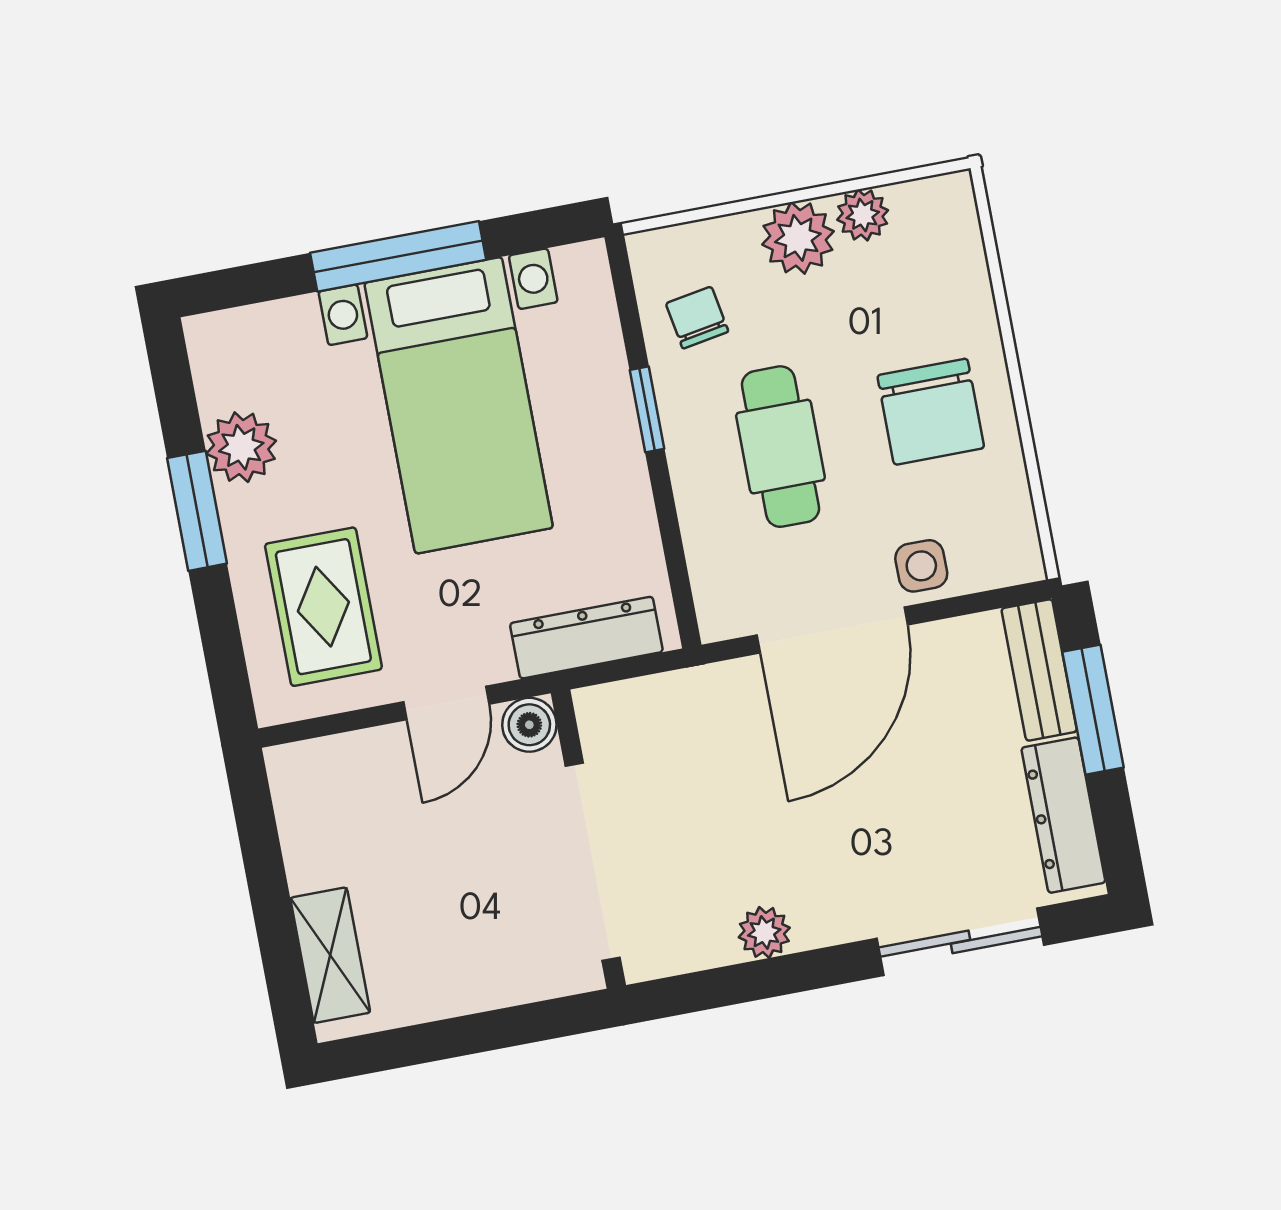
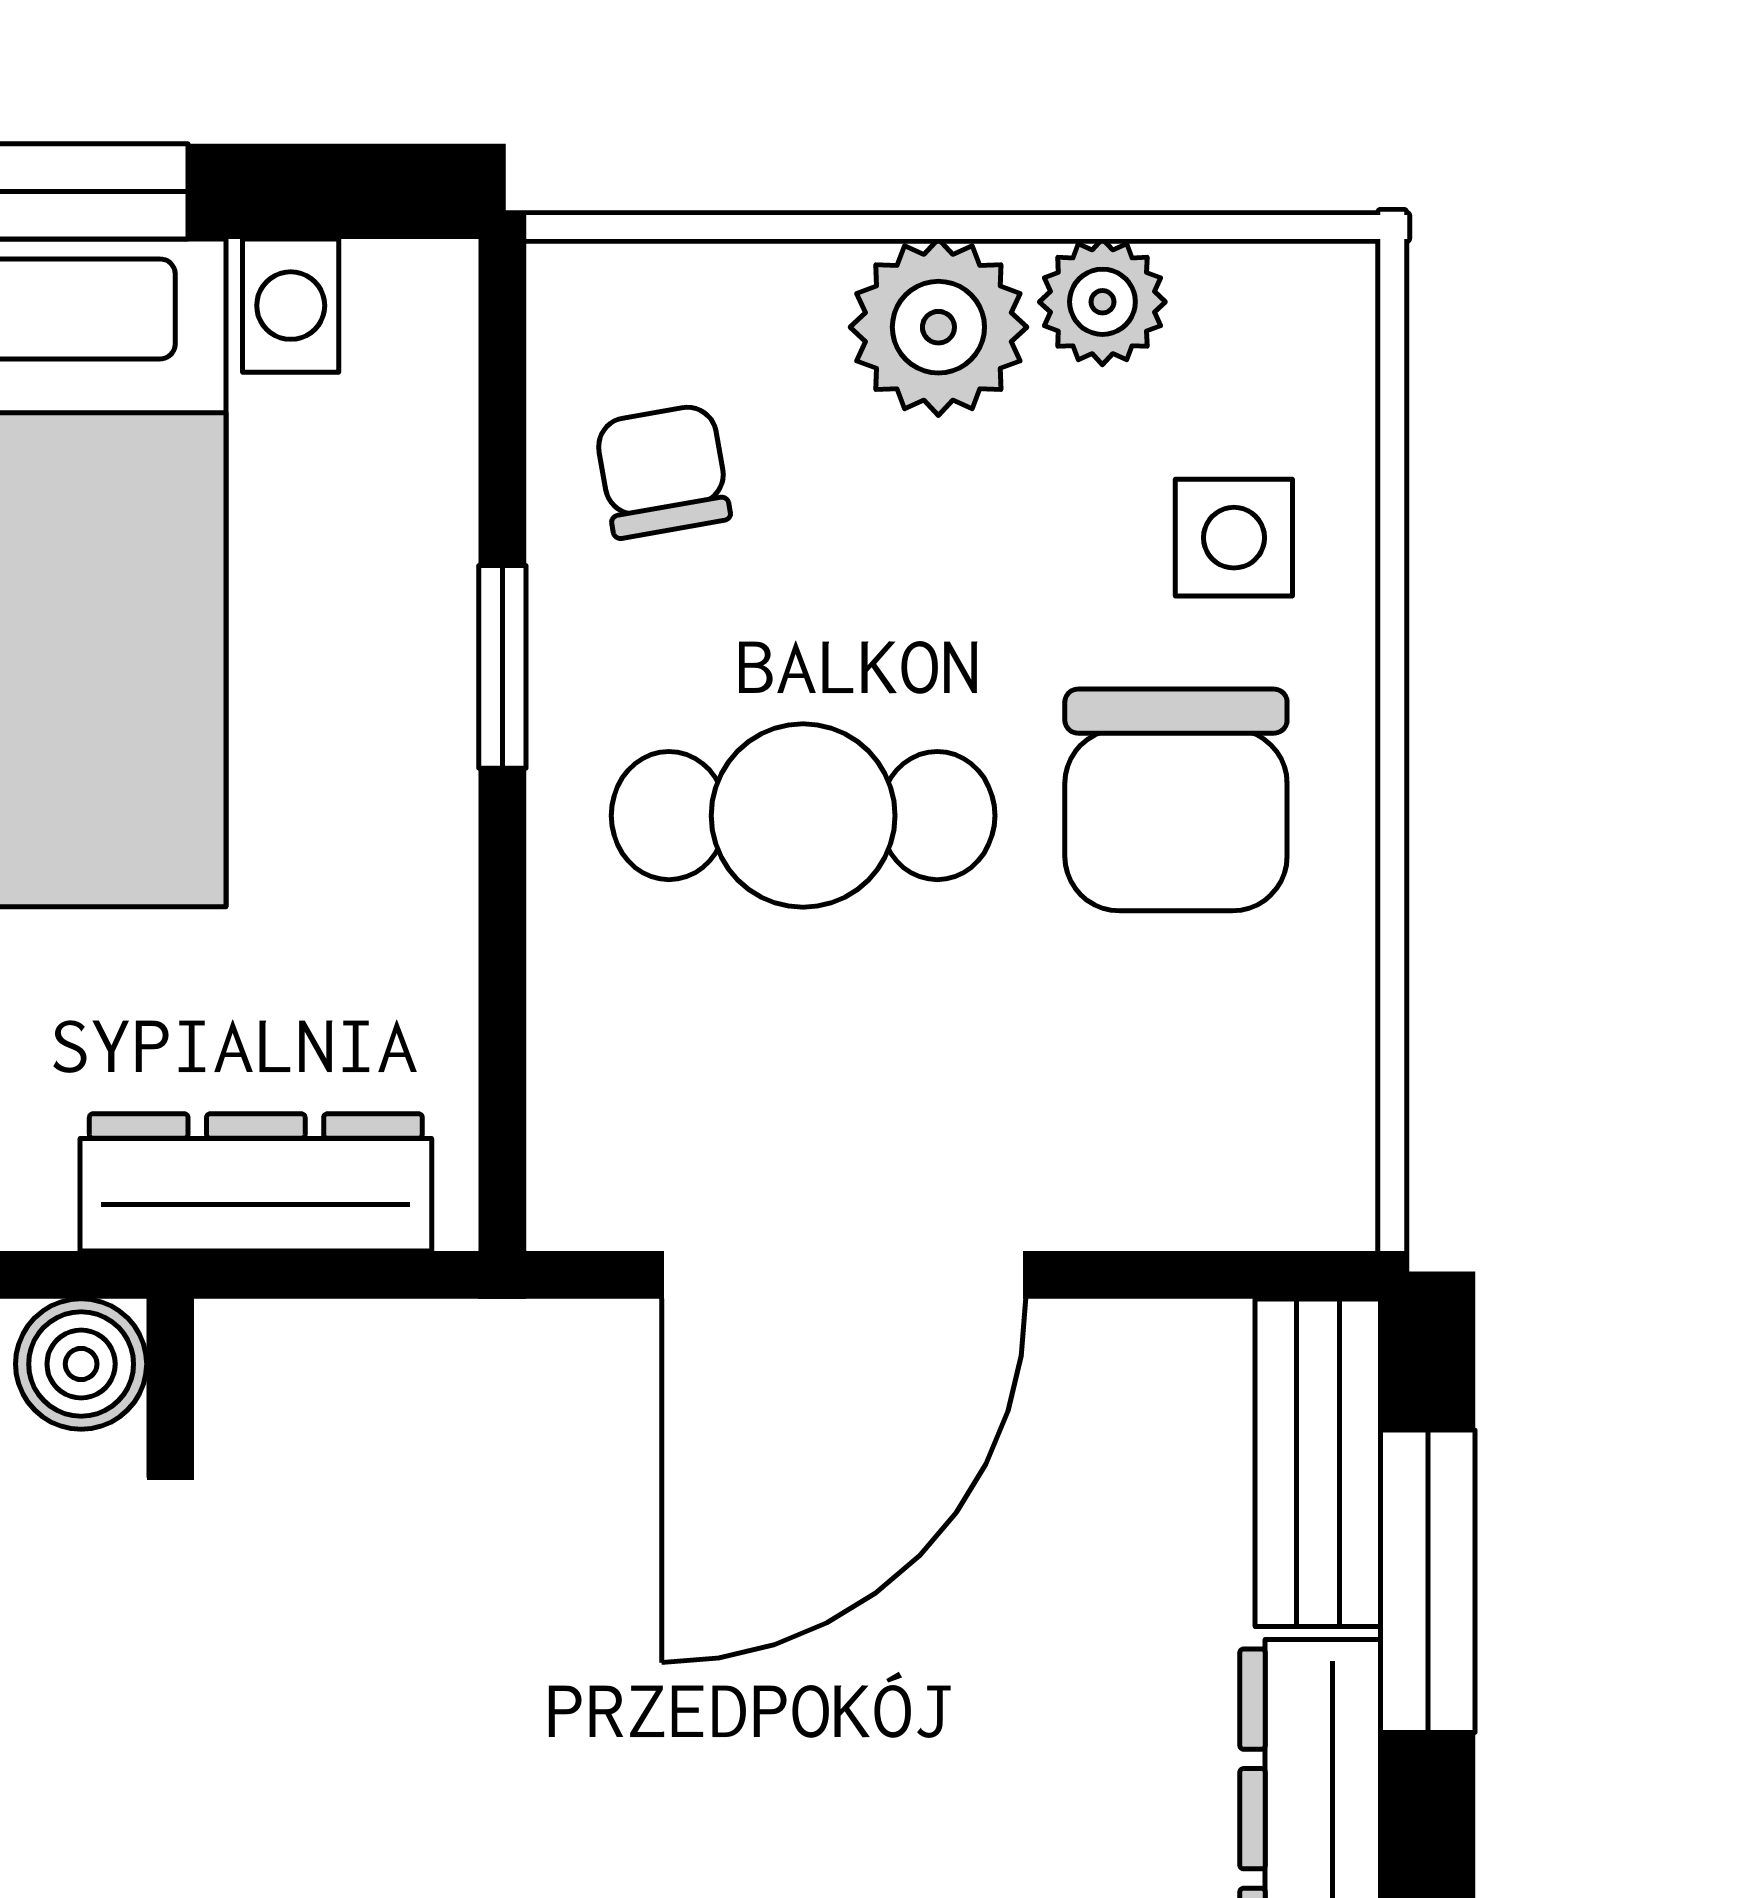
cafe table: (780, 447) -> (803, 816), turned 90
side table: (921, 566) -> (1234, 538), moved

